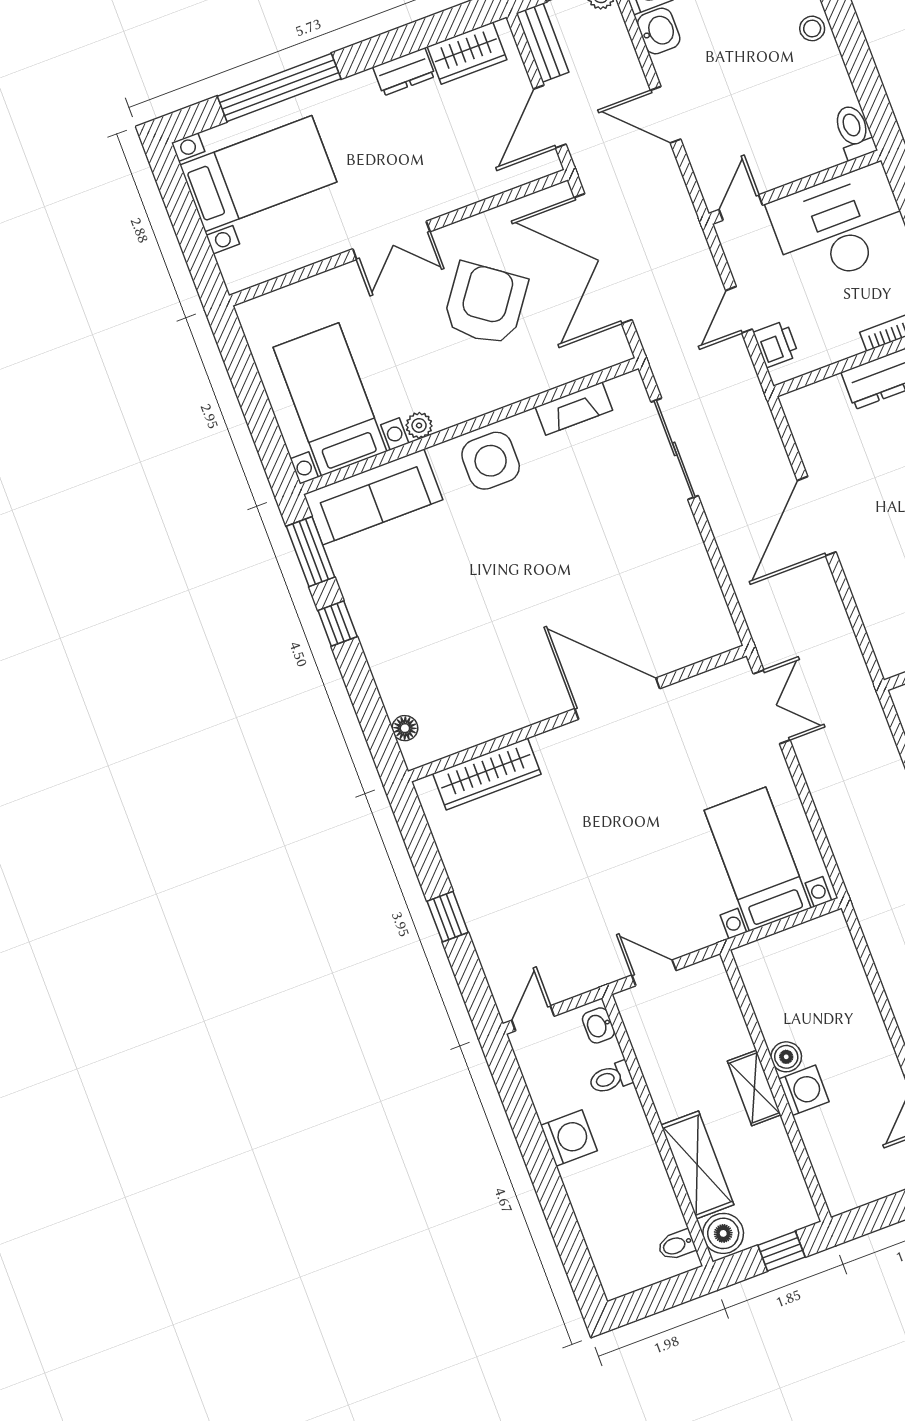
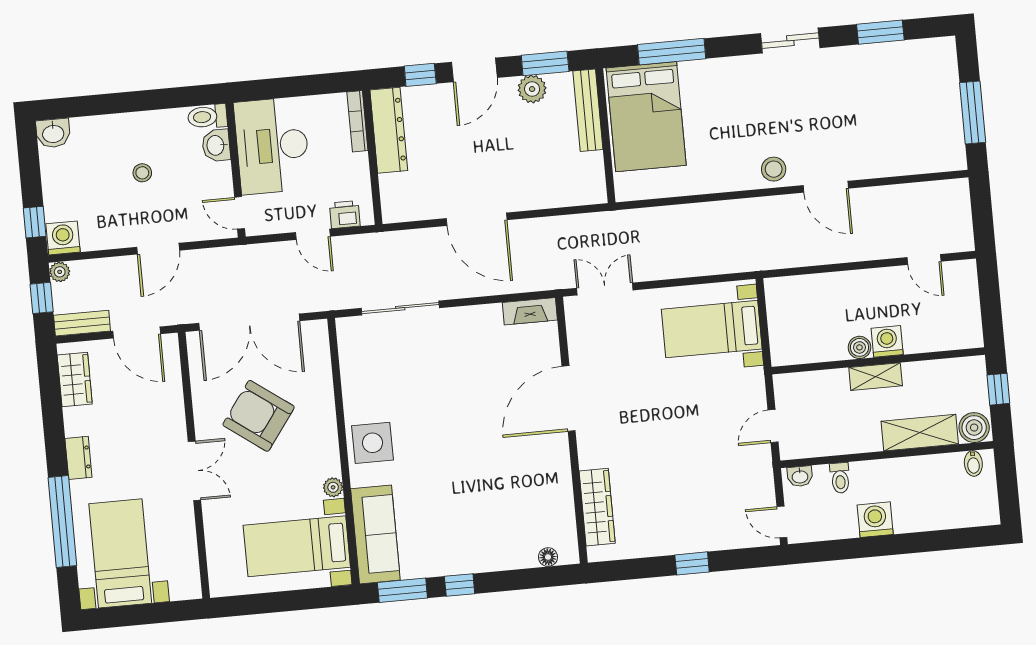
stool: (812, 28) -> (142, 173), moved
washbasin: (659, 31) -> (216, 145), moved, turned -90
dresser: (404, 72) -> (78, 458), moved
fireplace: (574, 409) -> (530, 311), moved, turned 90

